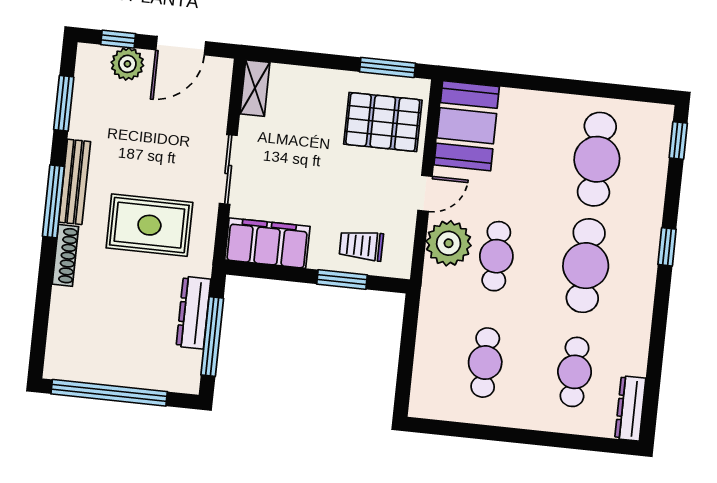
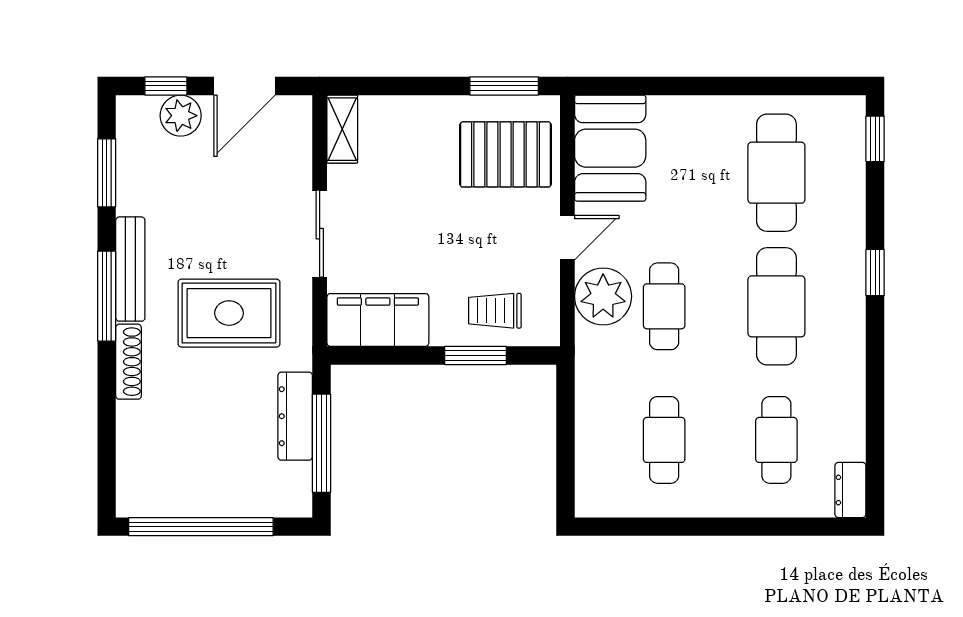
dresser: (630, 408) -> (850, 490), width x0.70

